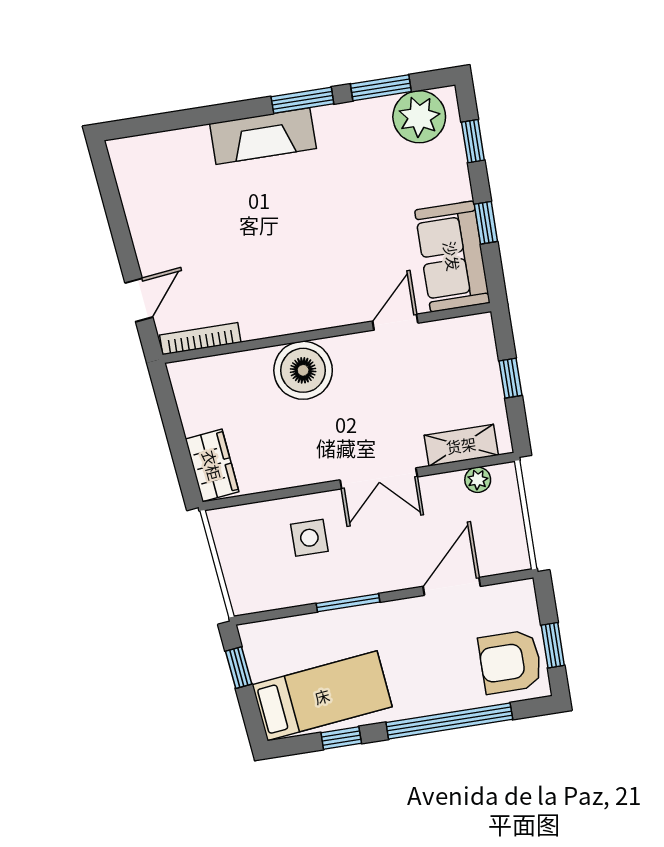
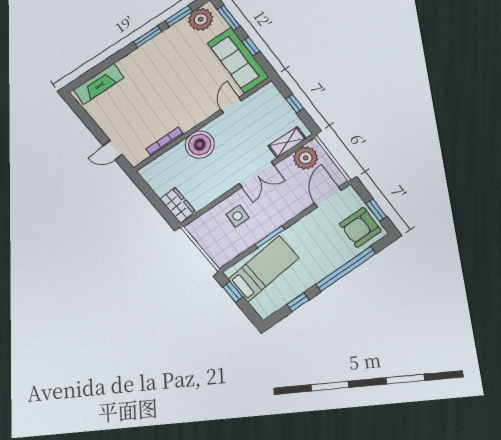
fireplace: (263, 136) -> (99, 84), moved
window: (473, 141) -> (229, 18), width x1.50
sofa: (452, 256) -> (238, 60), width x1.36
door: (139, 300) -> (113, 150), swing flipped
bookcase: (200, 339) -> (165, 141), moved
plant: (478, 480) -> (306, 158), width x1.88, depth x1.88
door: (452, 586) -> (328, 197), moved
bed: (322, 696) -> (264, 269), moved

